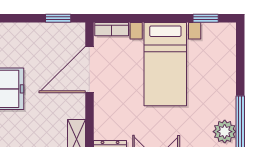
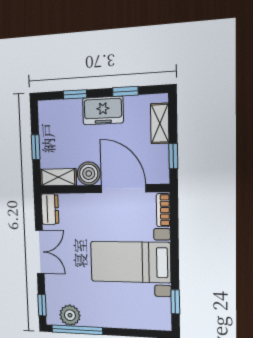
shelving: (25, 31) -> (160, 123), added
boiler: (73, 106) -> (89, 173), added

